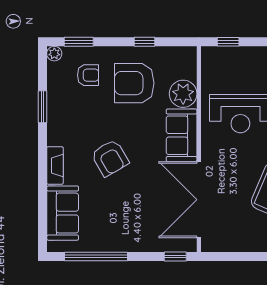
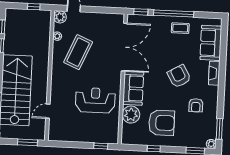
armchair: (88, 75) -> (196, 105), moved, turned -90
window: (42, 107) -> (219, 129), moved
coffee table: (112, 234) -> (180, 28), added
window: (96, 256) -> (174, 14), moved

